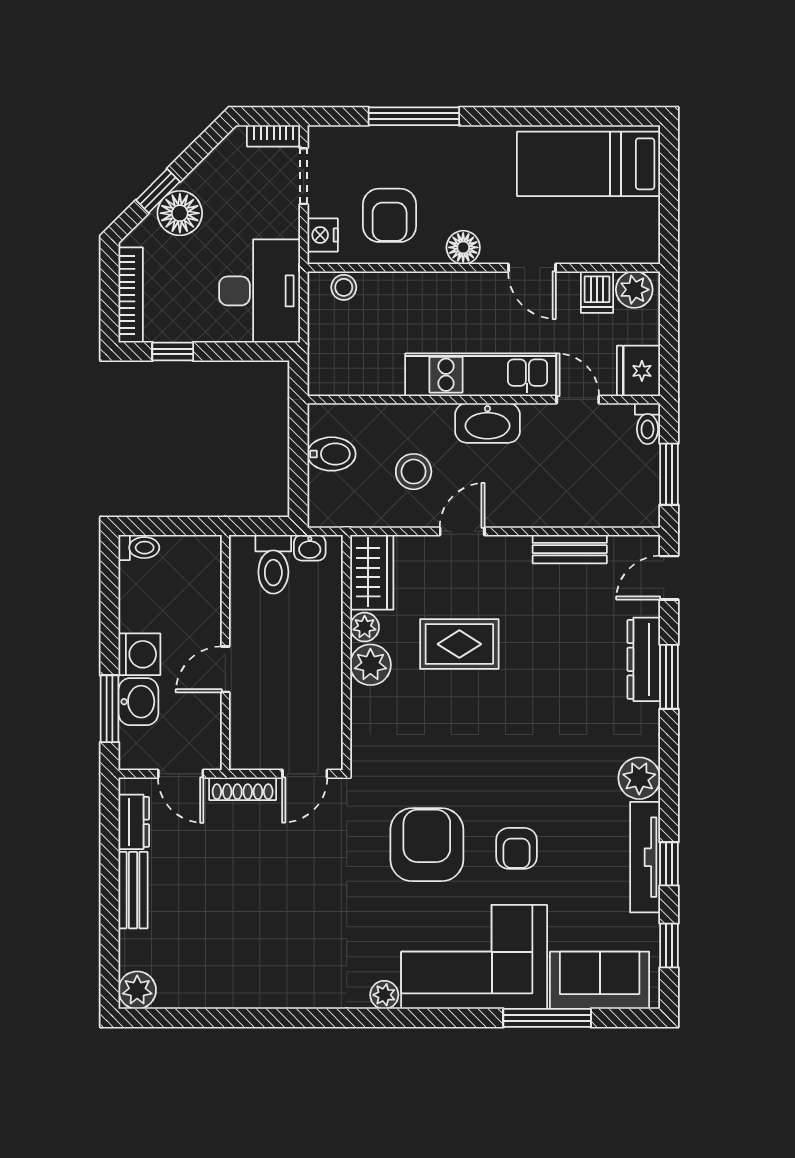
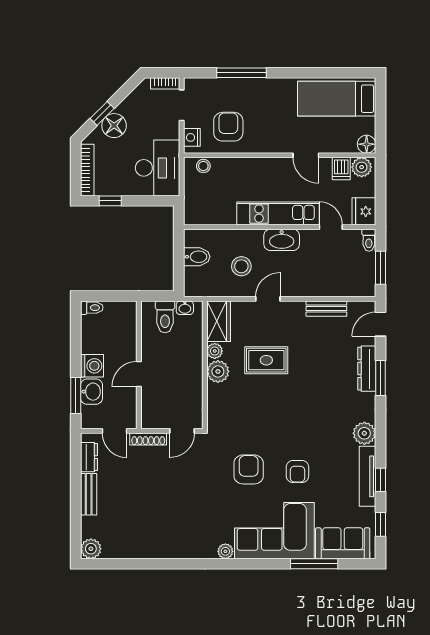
armchair: (390, 215) -> (228, 127), turned 180
floor lamp: (463, 247) -> (367, 144), moved
armchair: (427, 845) -> (249, 469), width x0.73, depth x0.73

